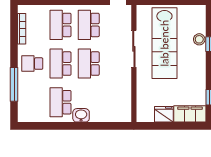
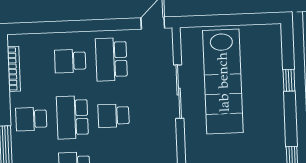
school desk: (60, 25) -> (70, 61), width x0.54
stool: (199, 39) -> (273, 74), removed
school desk: (89, 64) -> (114, 116), width x0.54

